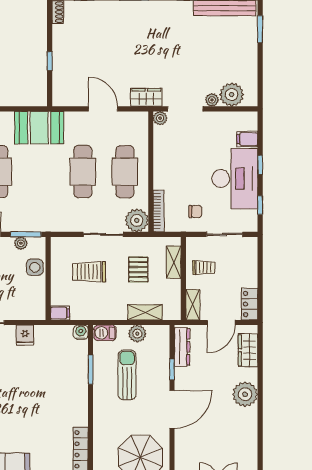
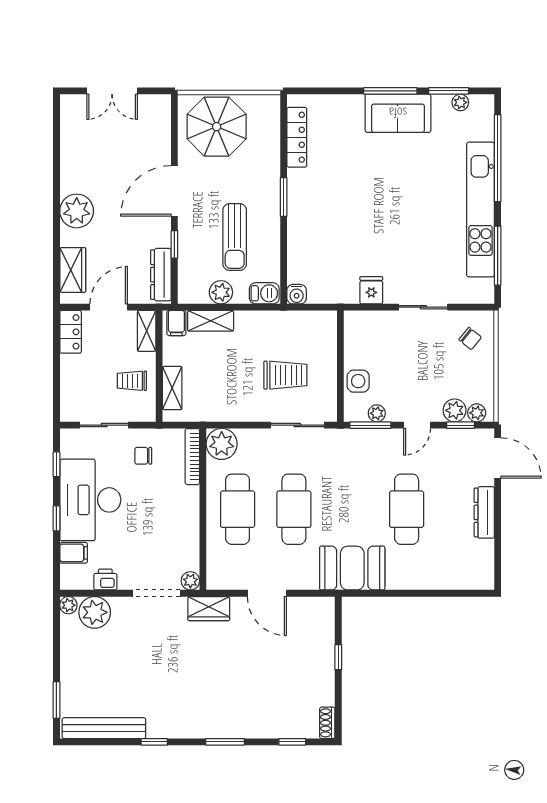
plant: (212, 100) -> (68, 605), moved
printer: (224, 119) -> (105, 580), added
sliding door: (103, 234) -> (297, 425), moved
pallet: (138, 270) -> (220, 378), removed
filing cabinet: (60, 313) -> (176, 323), moved, turned -90
window: (90, 370) -> (284, 197), moved

